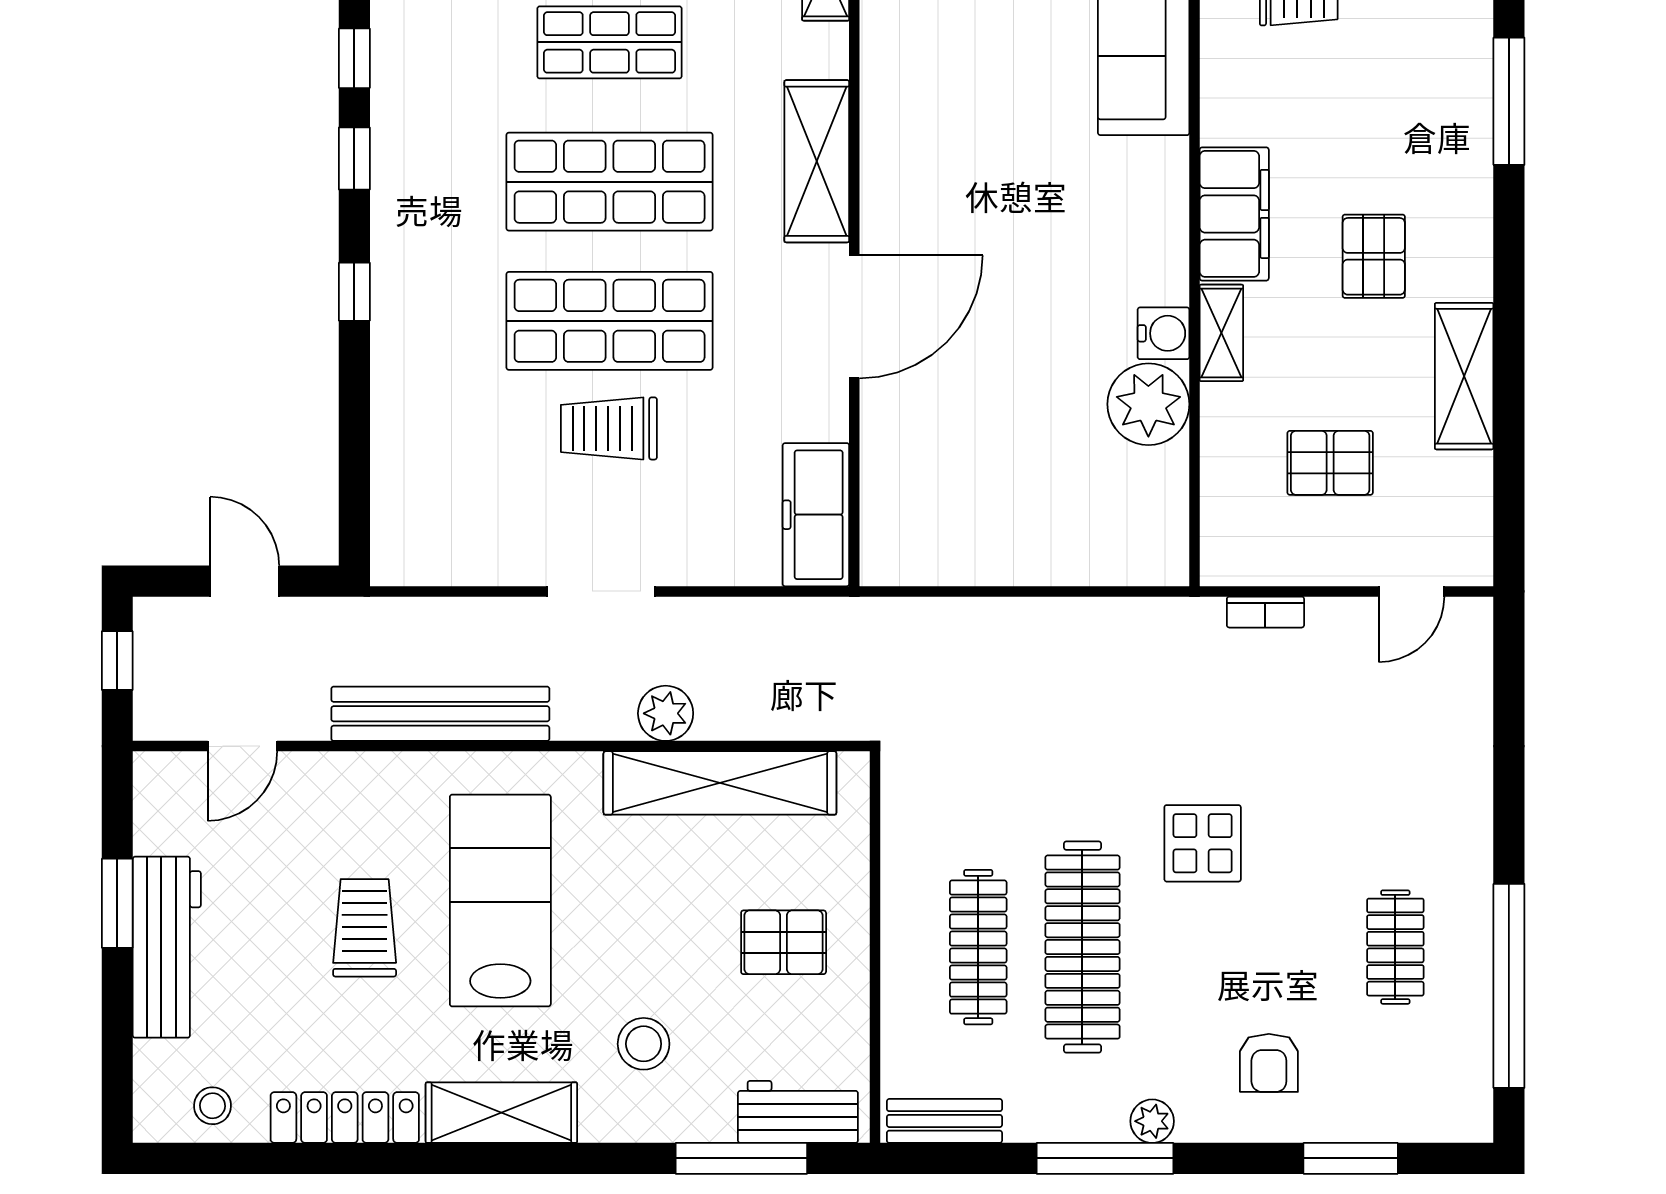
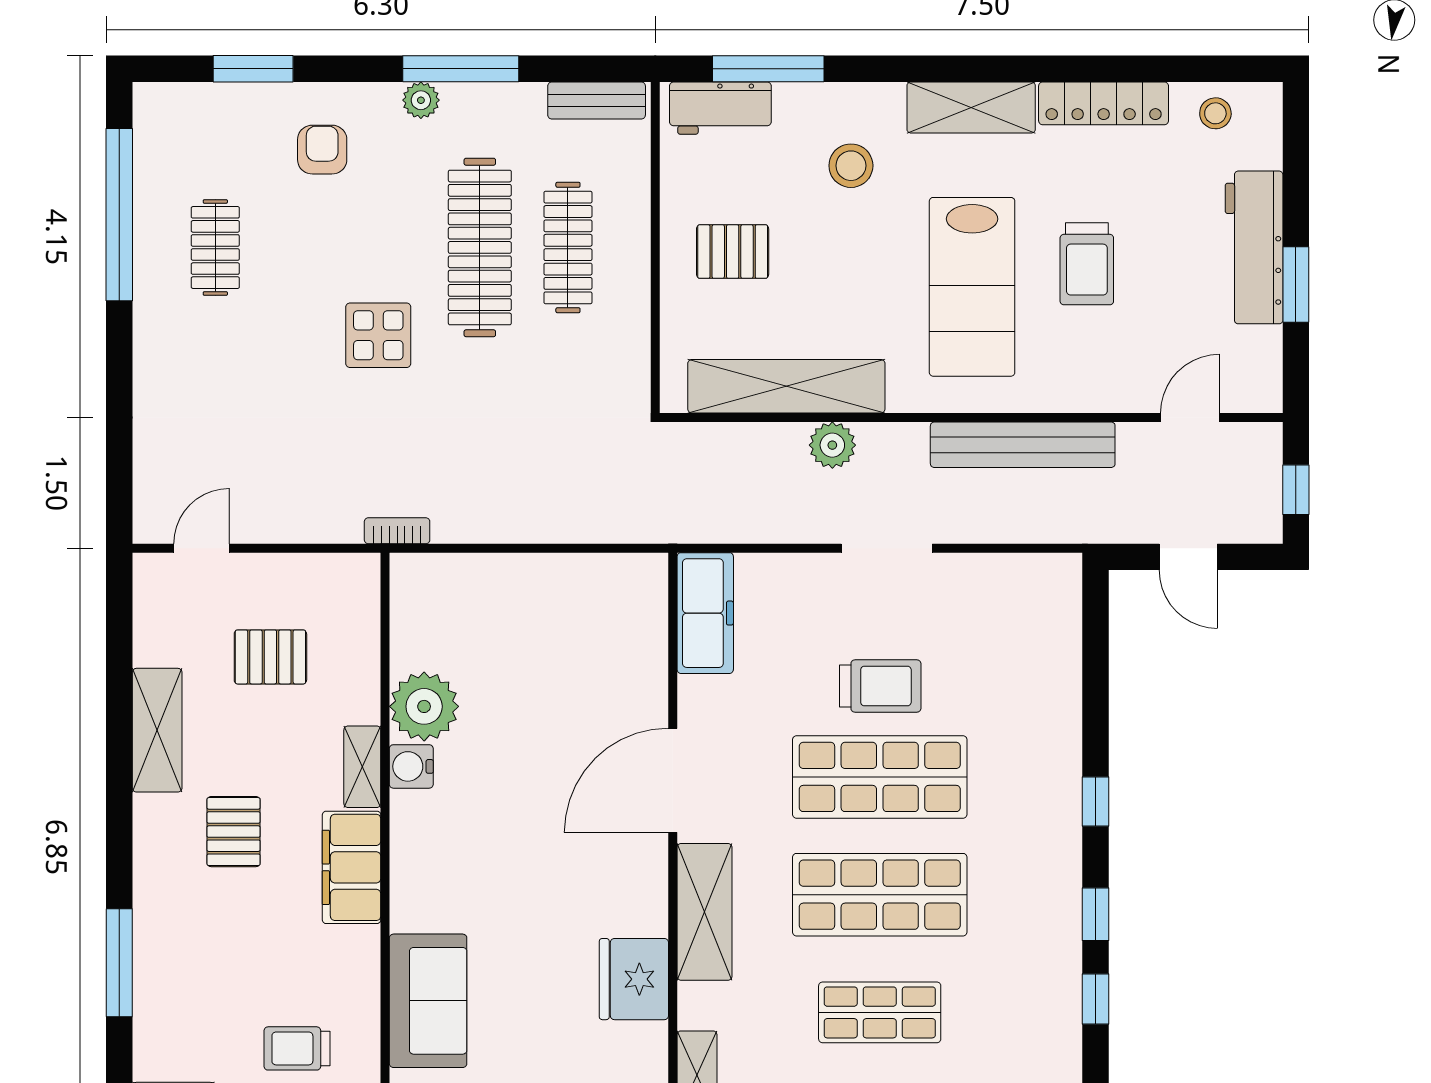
fridge: (900, 82) -> (634, 979), added
bookcase: (1265, 612) -> (397, 531), moved

